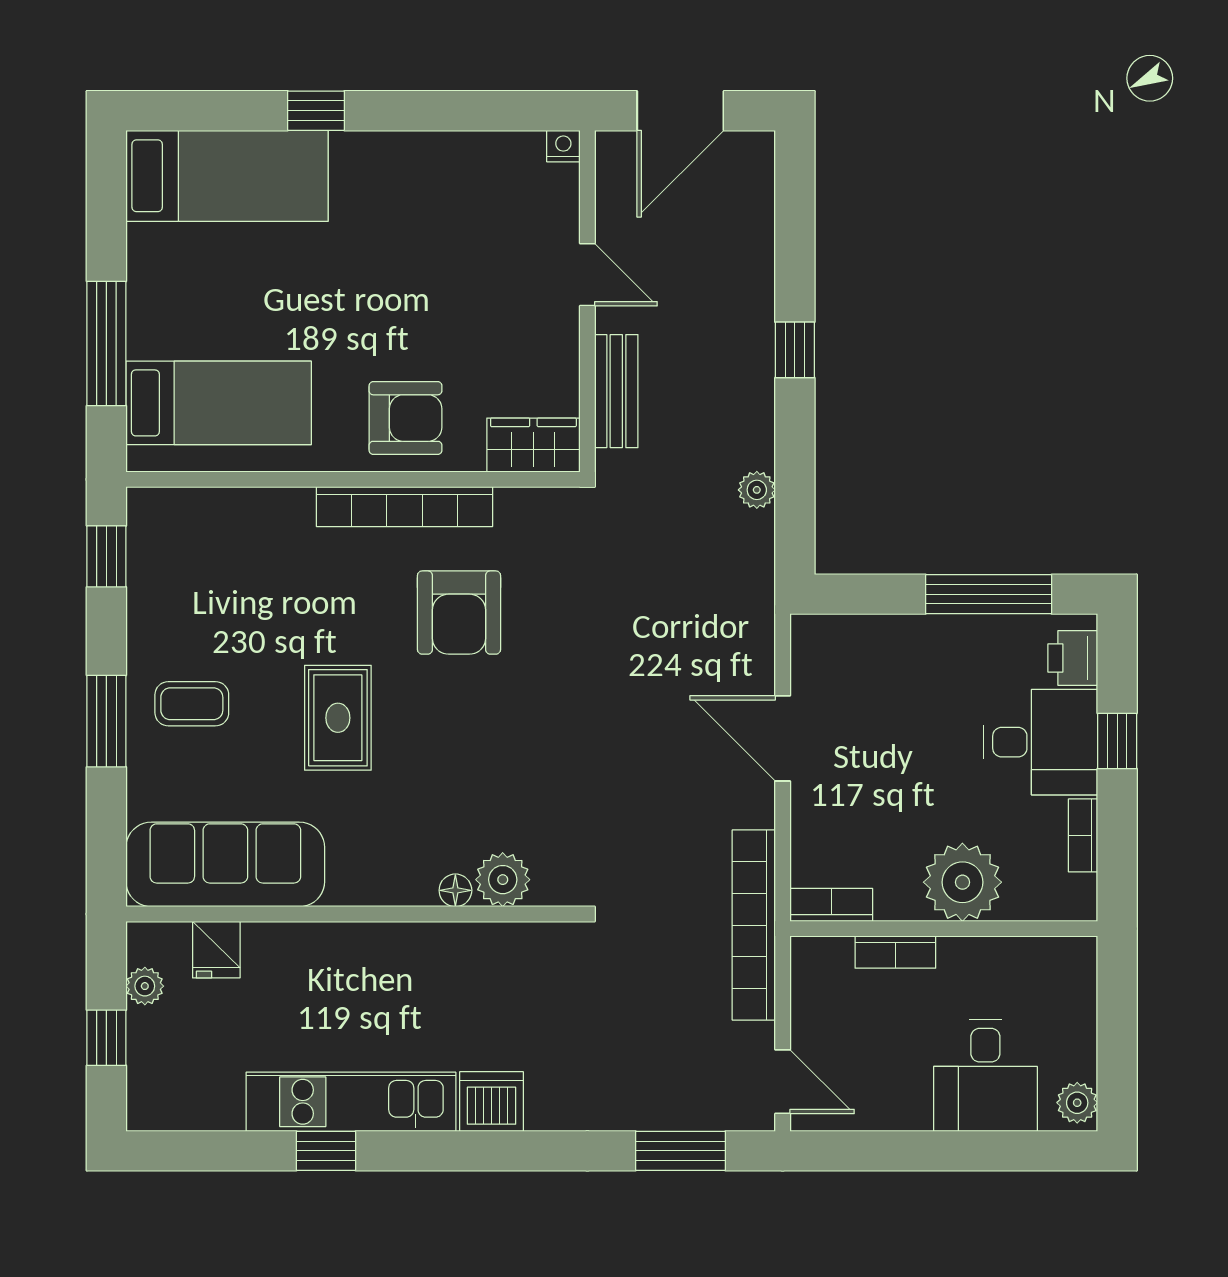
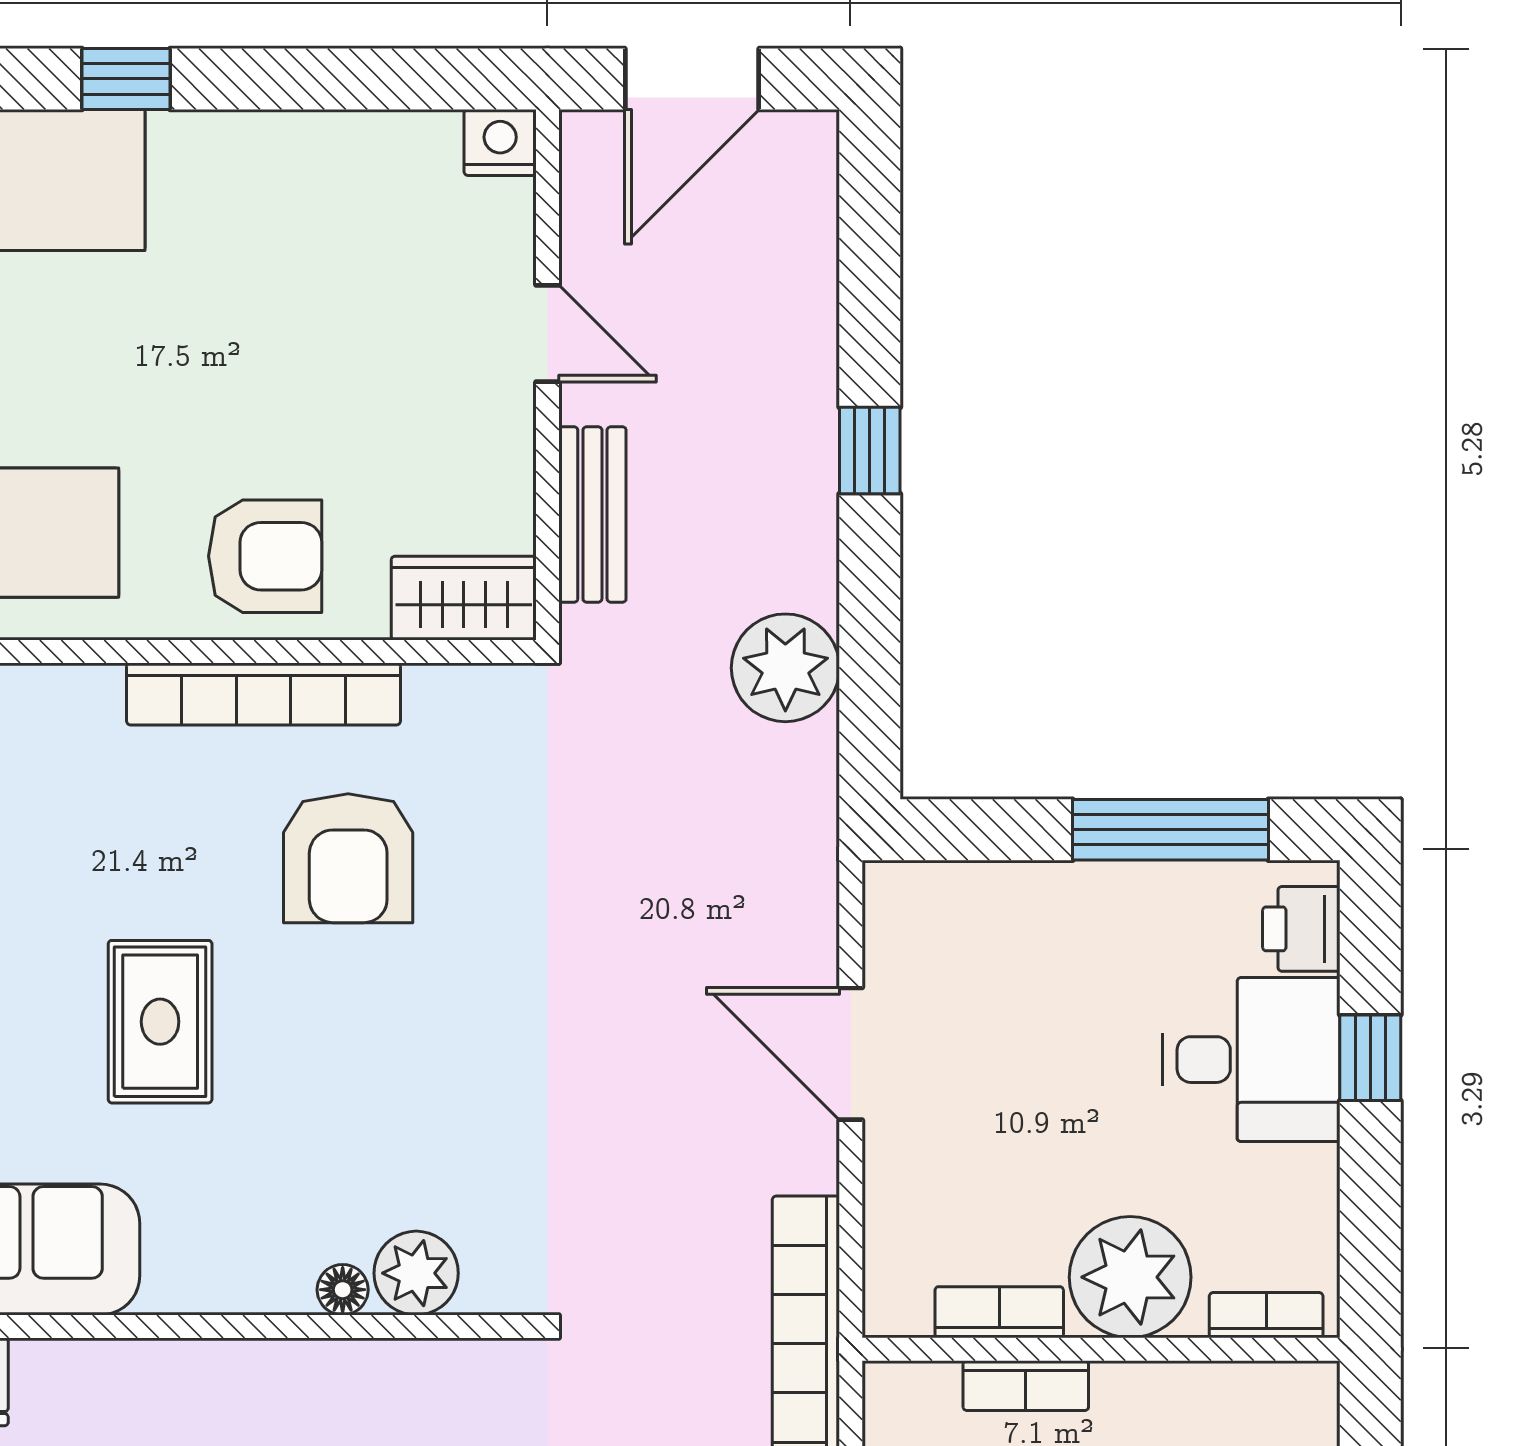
nightstand: (563, 146) -> (500, 142), width x1.39, depth x1.35
plant: (757, 490) -> (785, 668), width x1.88, depth x1.88
bookcase: (1083, 835) -> (1266, 1315), moved, turned 90
bookcase: (831, 905) -> (999, 1312), moved

